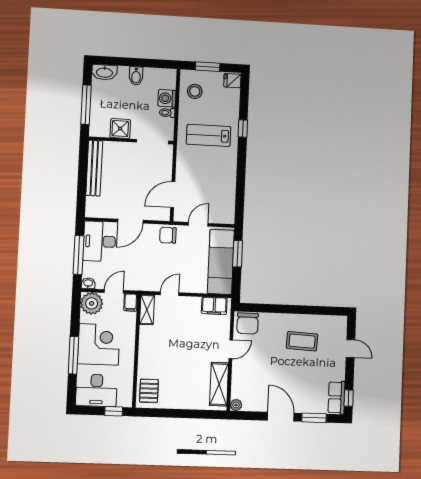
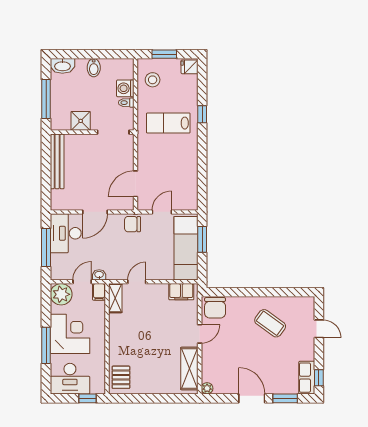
washbasin: (88, 283) -> (99, 275), moved
coffee table: (302, 341) -> (270, 323), turned 33

